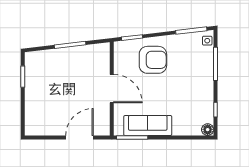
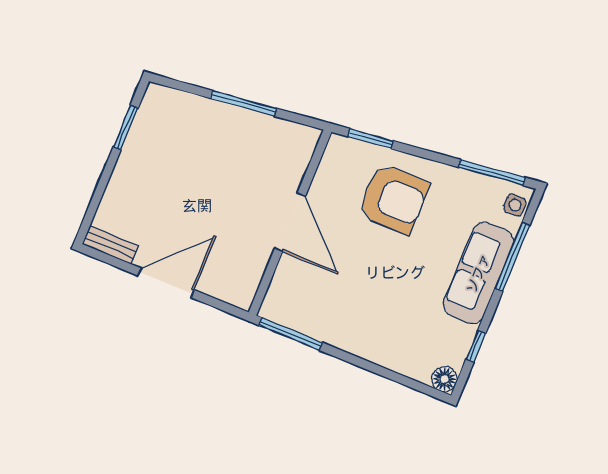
sofa: (148, 126) -> (478, 273), moved, turned -90
bench: (37, 131) -> (110, 245), added
door: (80, 137) -> (166, 283), moved

